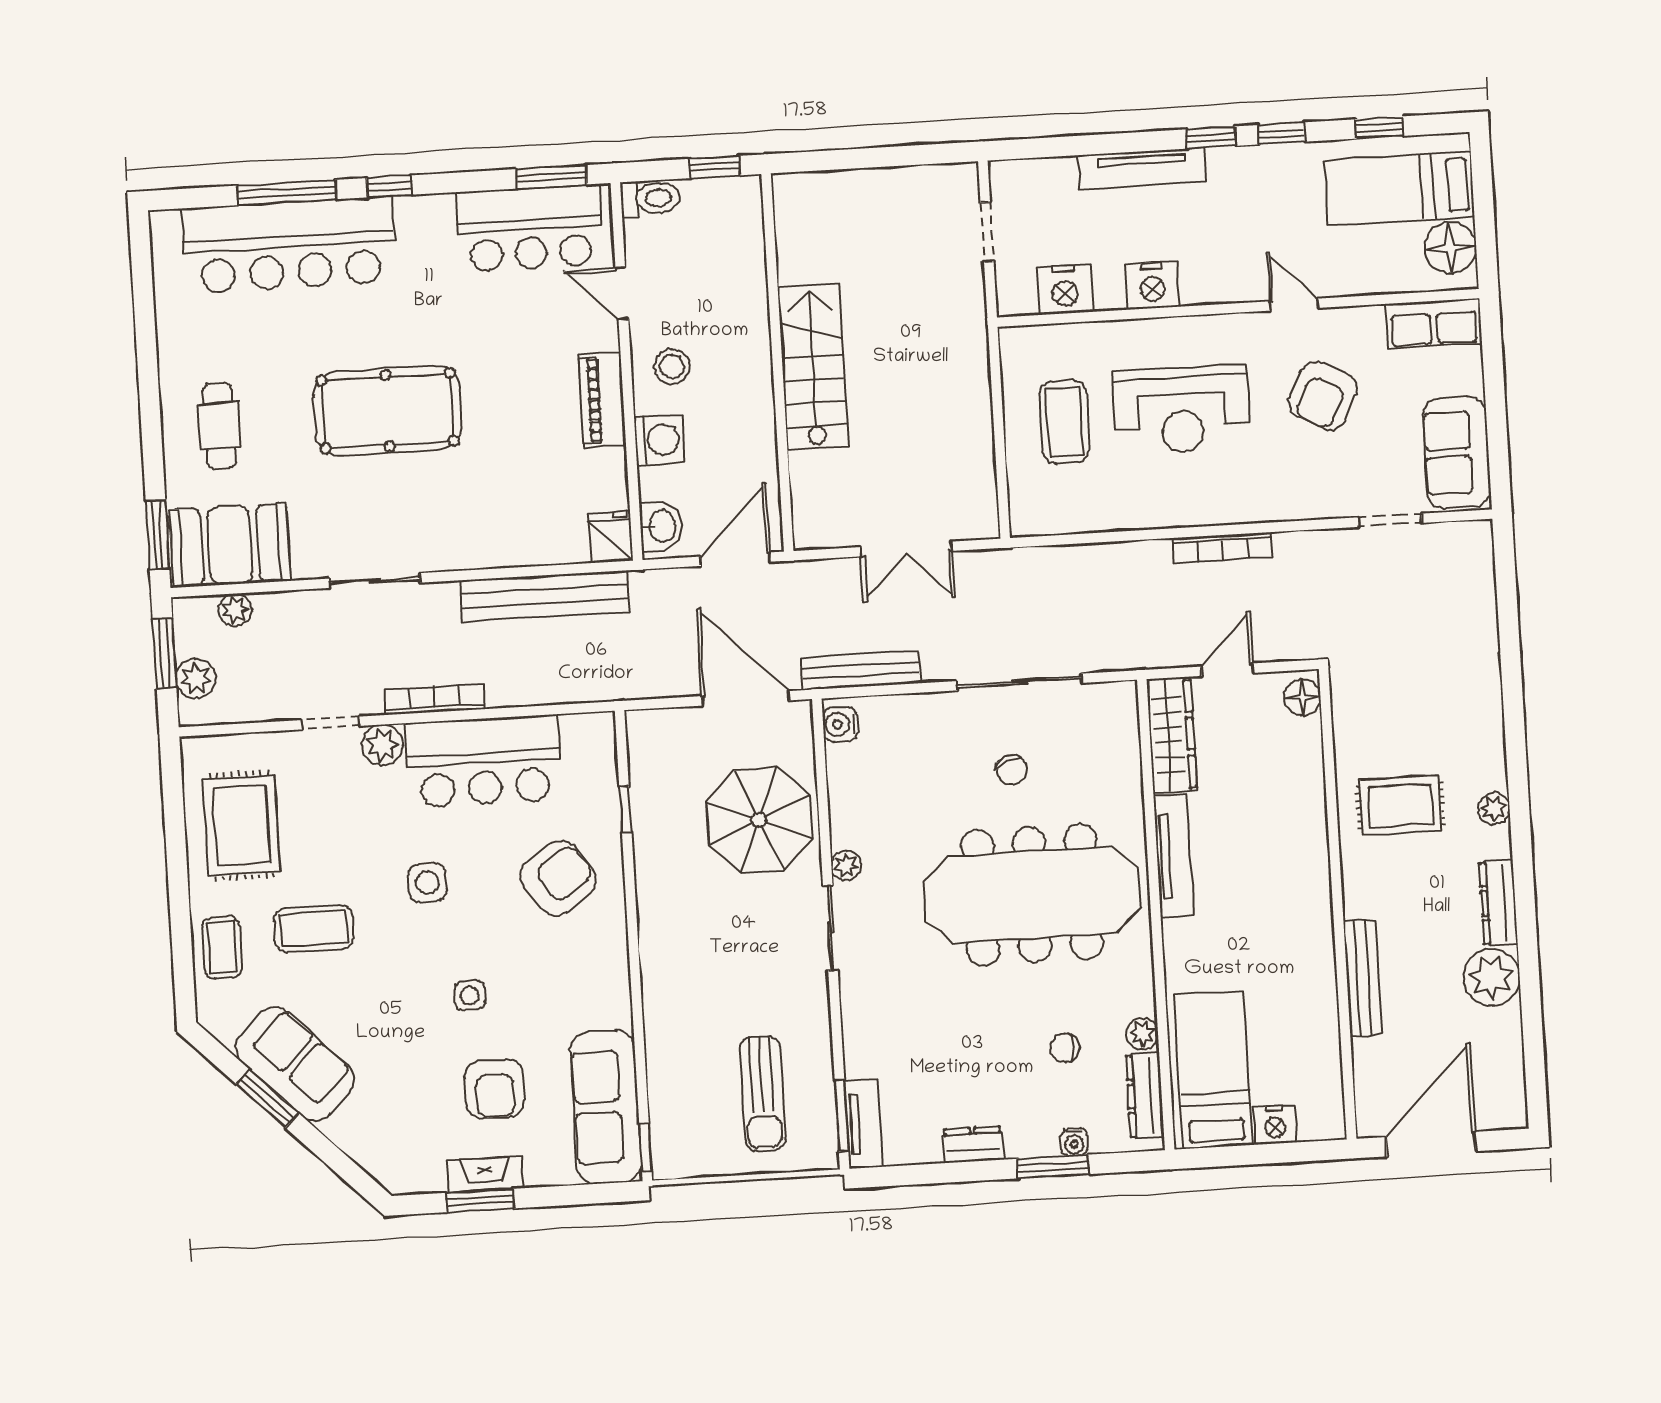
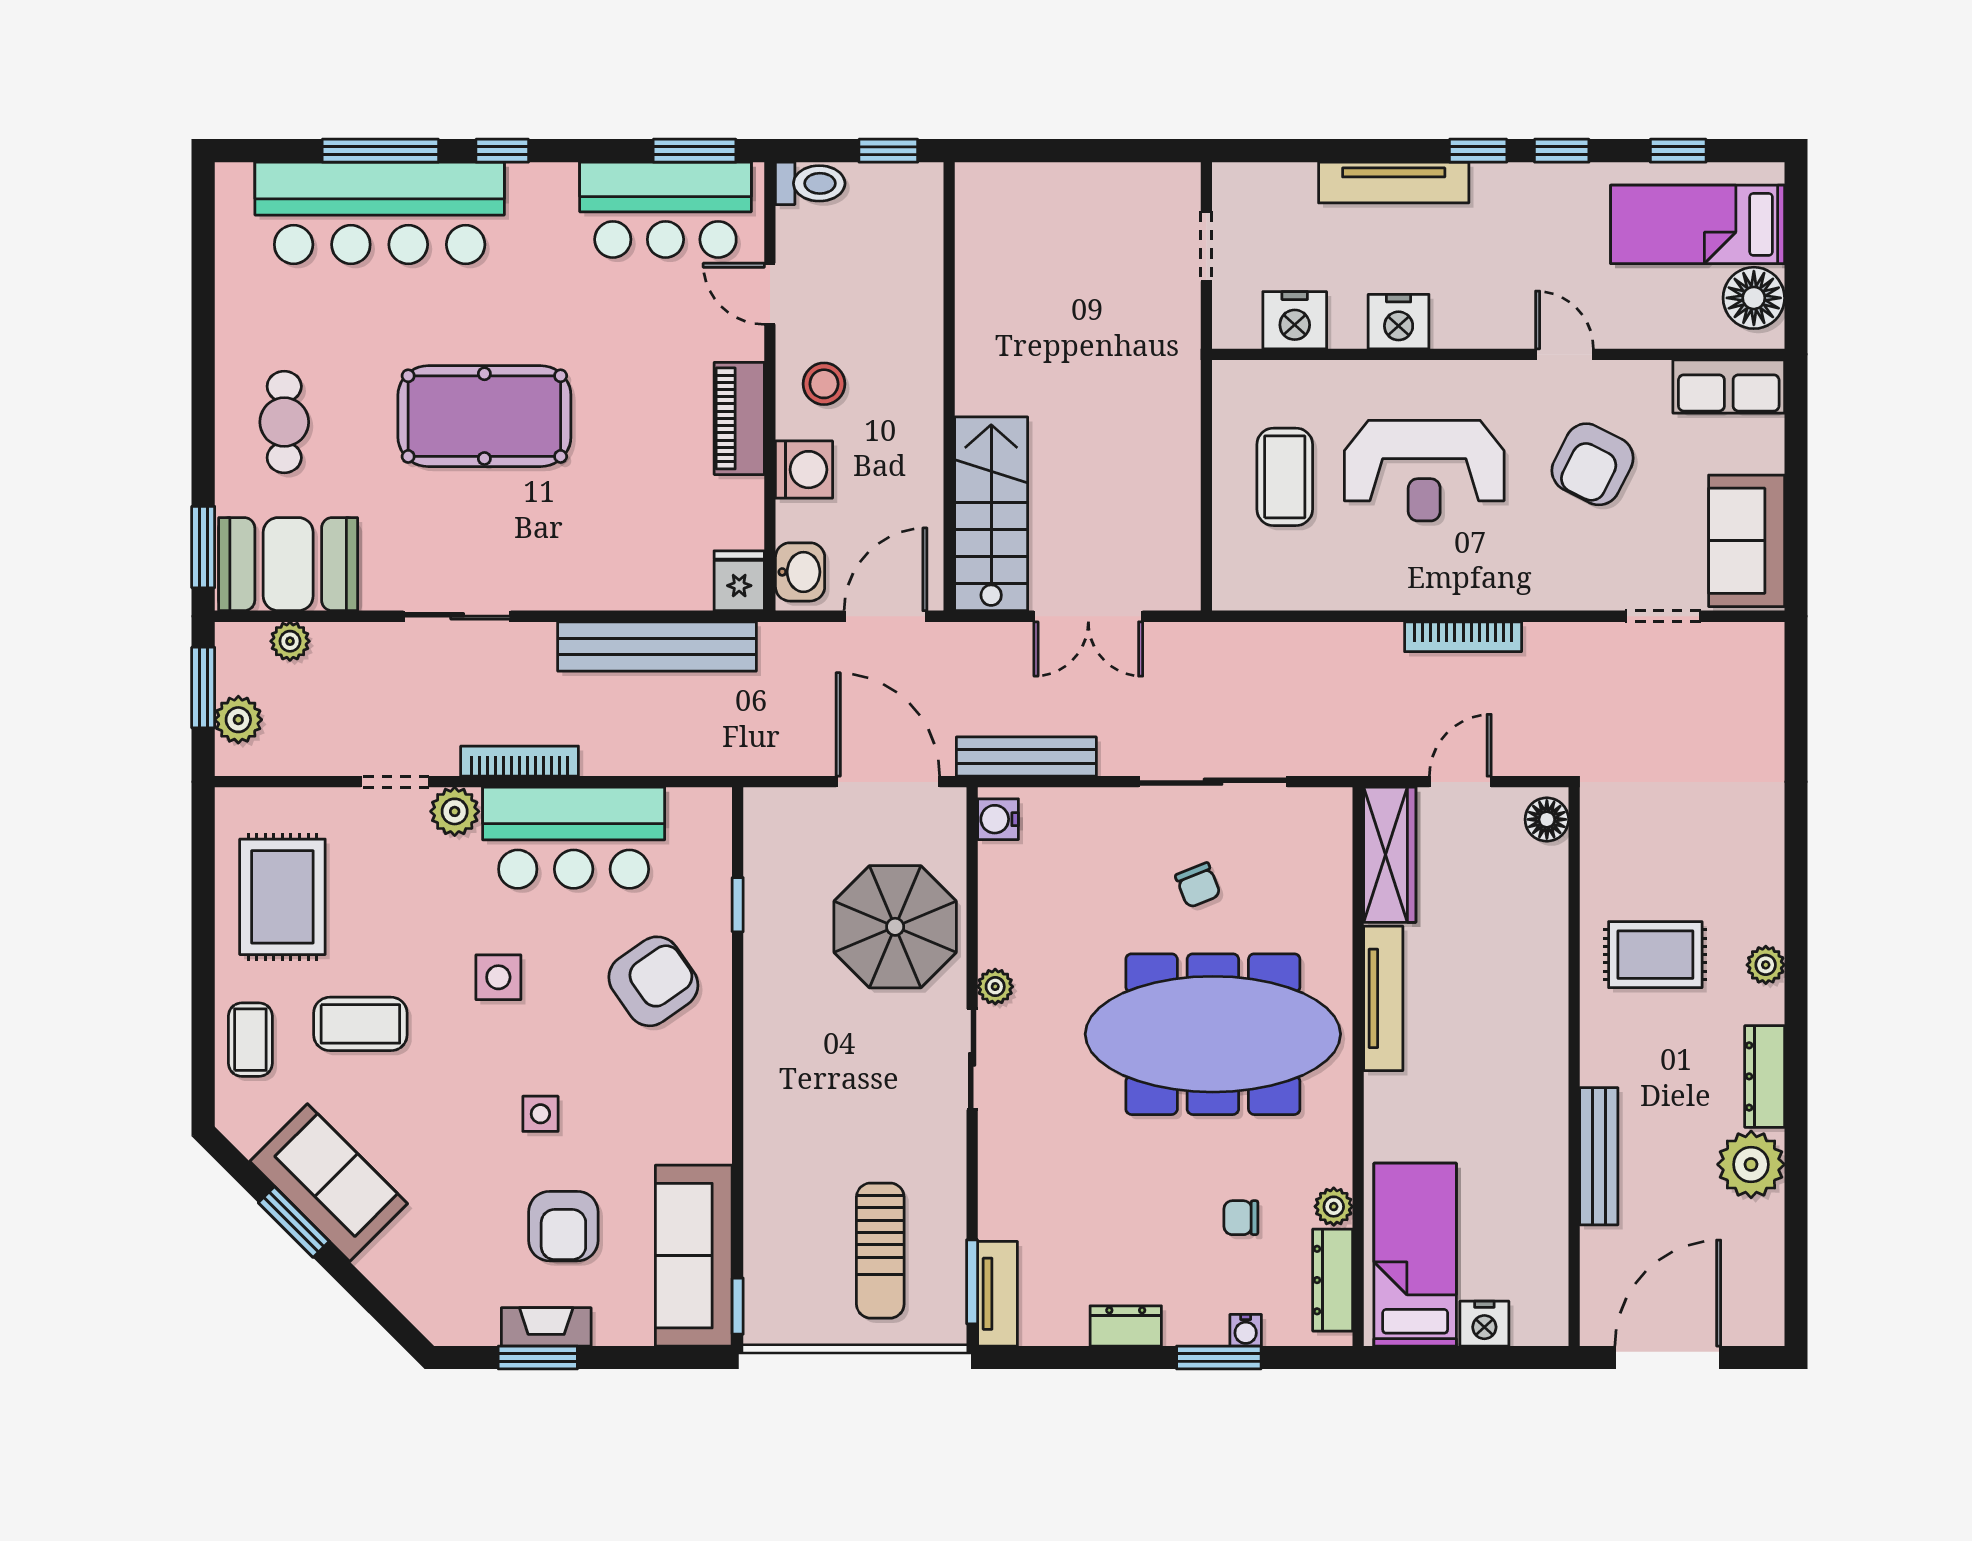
stairs: (813, 367) -> (991, 514), moved

